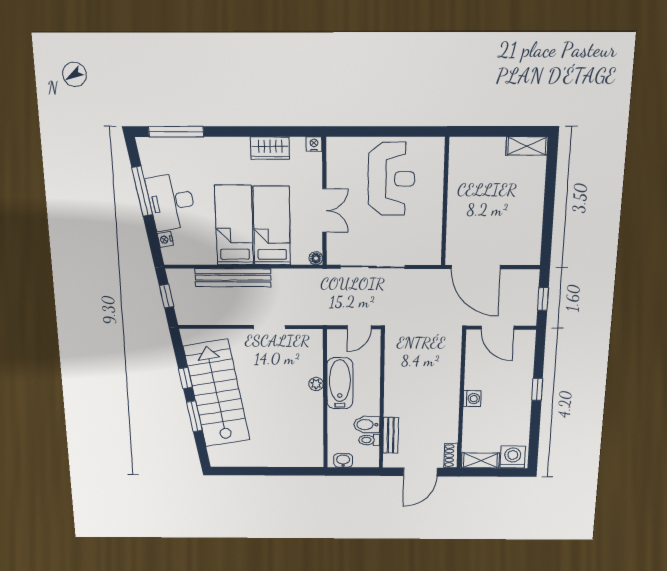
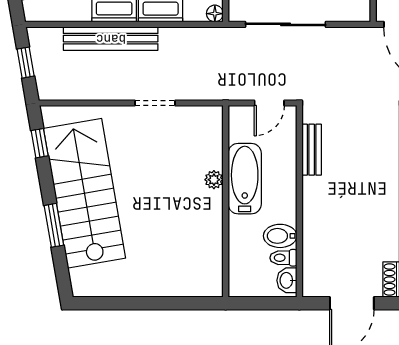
window: (185, 378) -> (40, 143), moved
bench: (391, 435) -> (312, 150), moved
washbasin: (343, 460) -> (287, 280), moved, turned -90

